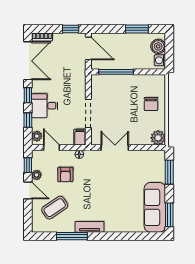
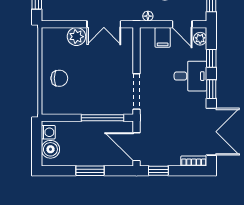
window: (137, 29) -> (90, 171), moved
double door: (28, 61) -> (211, 132), swing flipped
chair: (151, 104) -> (59, 78), turned 90
doorway: (88, 113) -> (136, 91), moved
filing cabinet: (80, 137) -> (163, 37), moved
plant: (158, 138) -> (76, 37), moved

